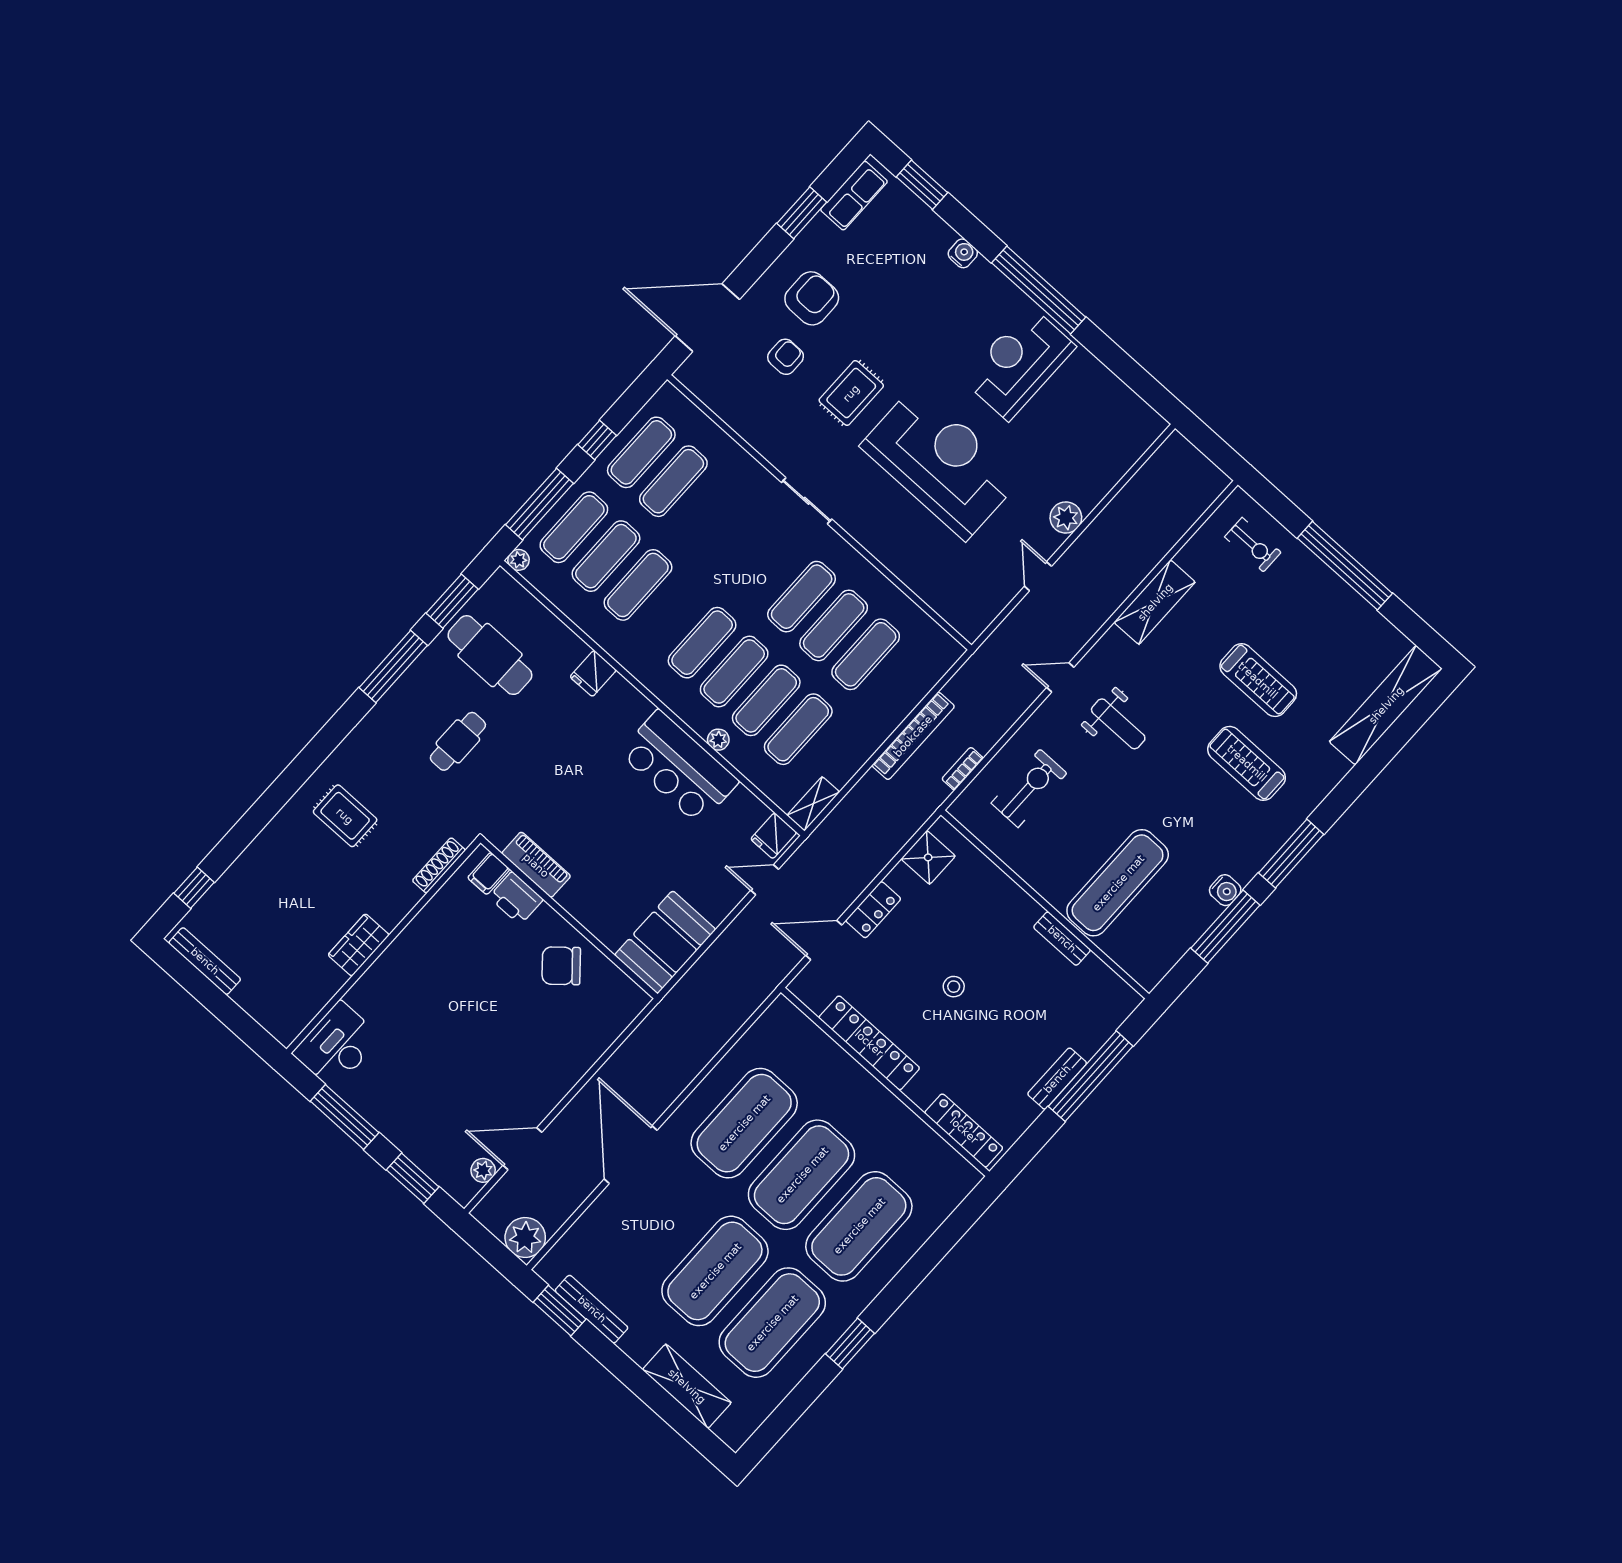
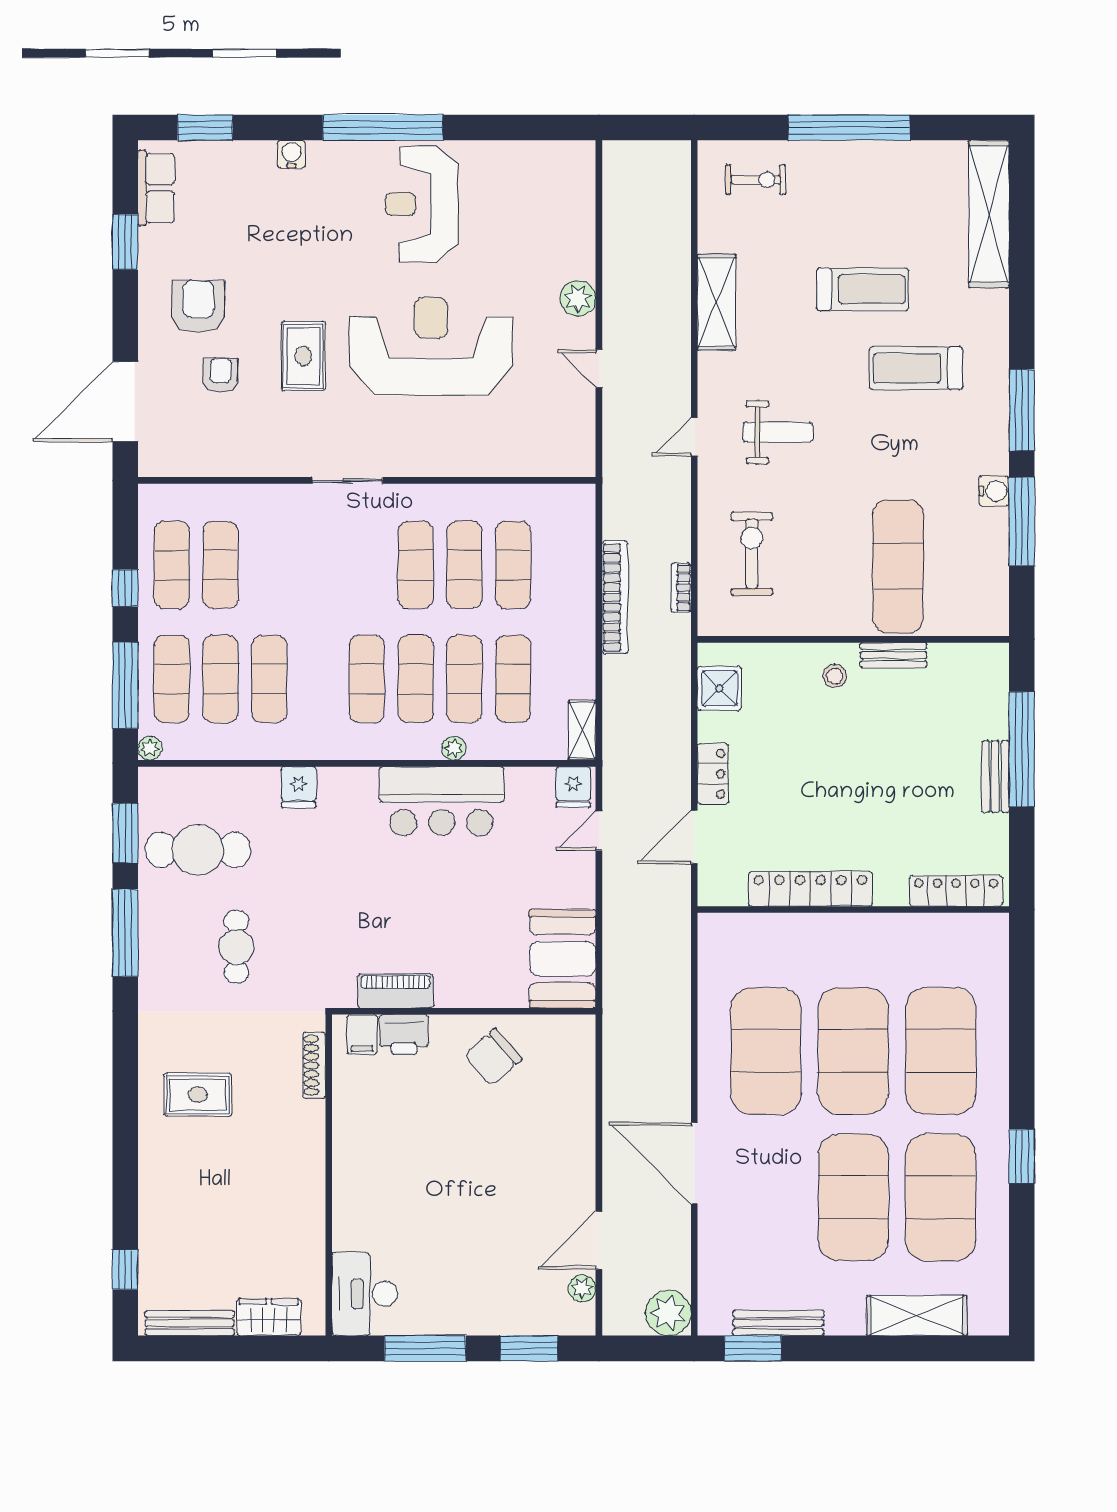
wardrobe: (359, 945) -> (269, 1317), moved, turned 90
stool: (954, 987) -> (835, 676), moved

